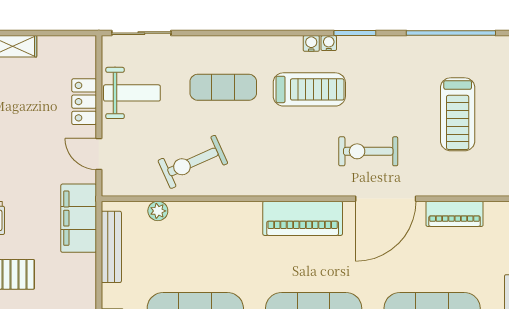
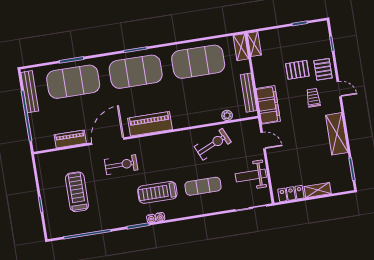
locker: (84, 102) -> (291, 194), moved, turned -90

